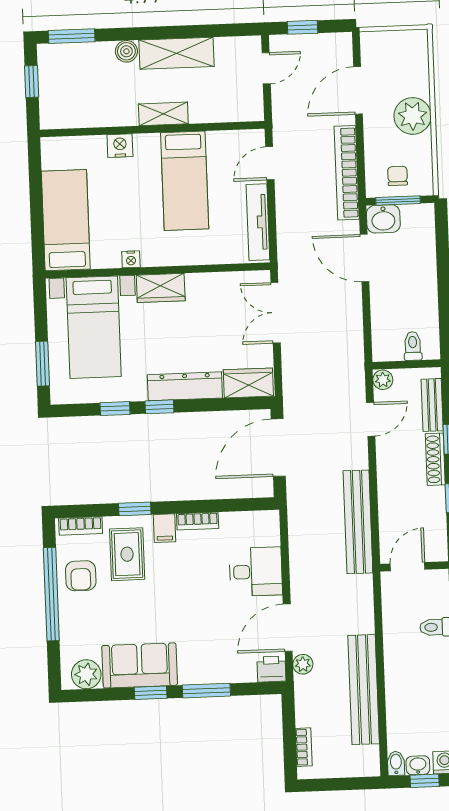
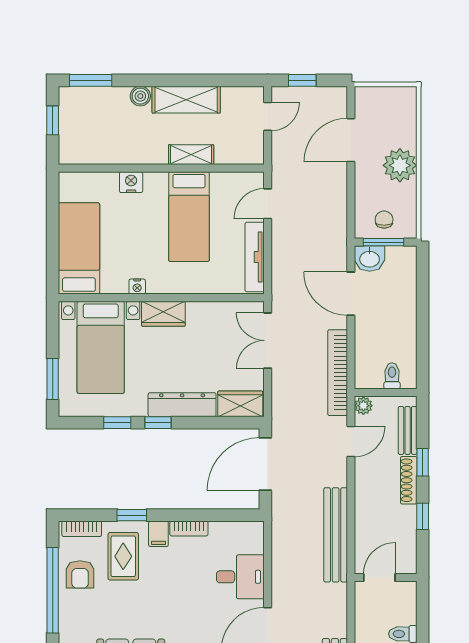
shelving: (163, 114) -> (191, 155), moved
bookcase: (347, 173) -> (338, 373), moved

